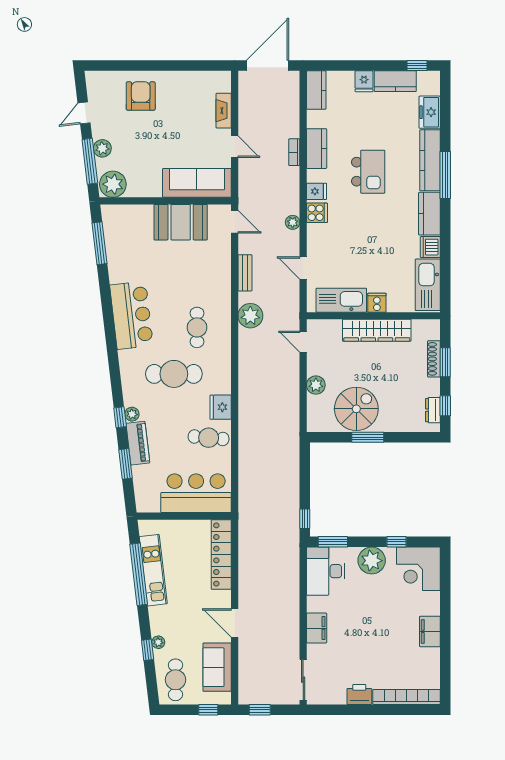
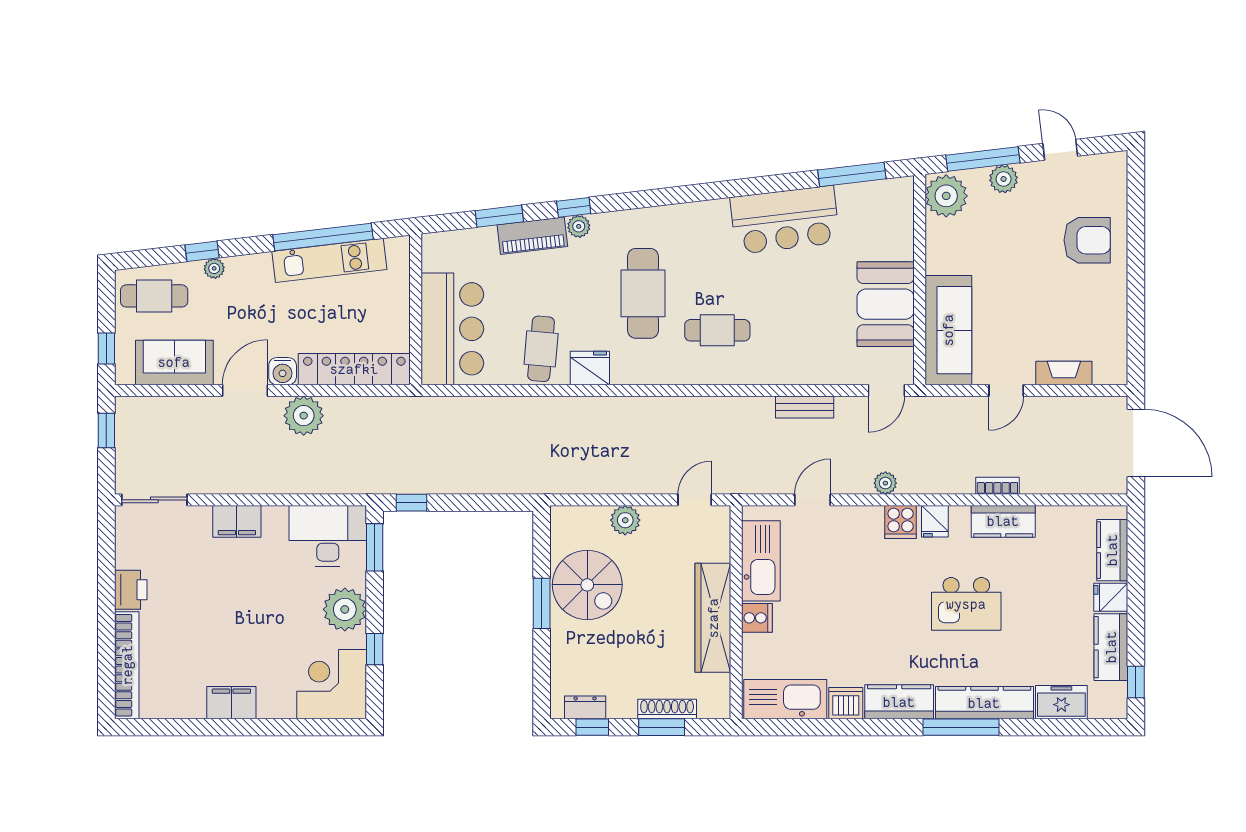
kitchen counter: (316, 90) -> (1112, 550), moved, turned 90
bar counter: (131, 315) -> (785, 220), moved
plant: (250, 316) -> (304, 416), moved
water cooler: (223, 599) -> (283, 371), added

